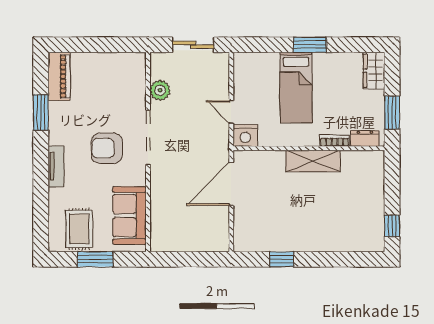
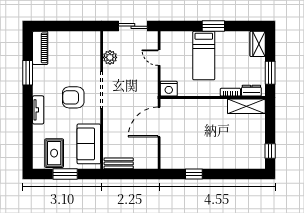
door: (231, 112) -> (159, 58), moved
shelving: (313, 161) -> (246, 106), moved
bench: (173, 244) -> (119, 163), added

